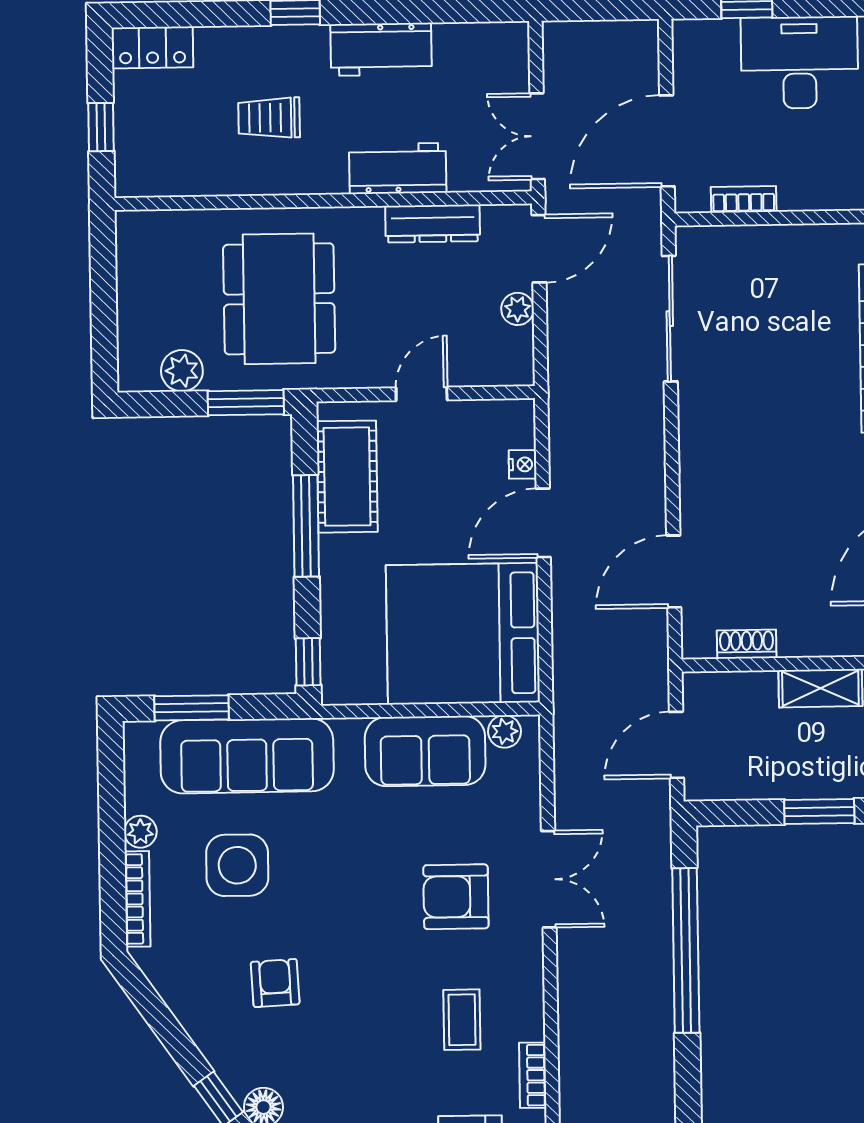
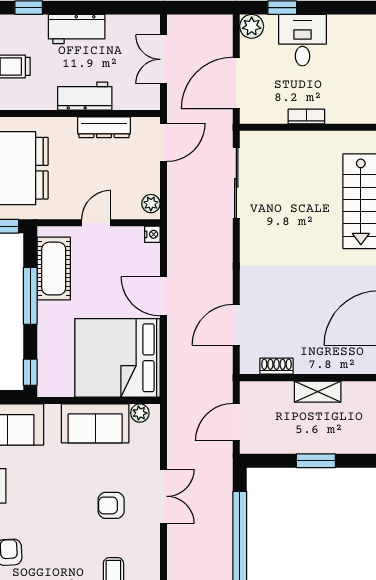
plant: (693, 40) -> (252, 26), added
desk: (799, 63) -> (302, 40), width x0.73
double door: (537, 136) -> (163, 59), moved
bookcase: (744, 199) -> (306, 116), moved
plant: (518, 309) -> (151, 204), moved
nightstand: (523, 464) -> (152, 234), moved
door: (543, 523) -> (163, 296), hinge flipped
armchair: (456, 897) -> (111, 505), width x0.72, depth x0.72

